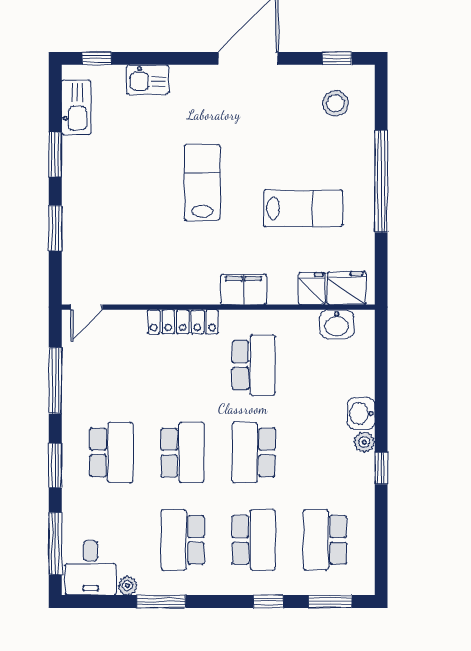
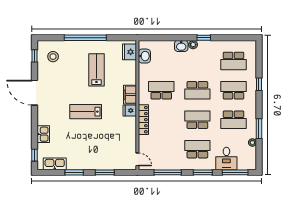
fridge: (312, 289) -> (130, 110), moved
desk: (91, 568) -> (226, 158), moved, turned 90
window: (330, 601) -> (259, 59), removed

